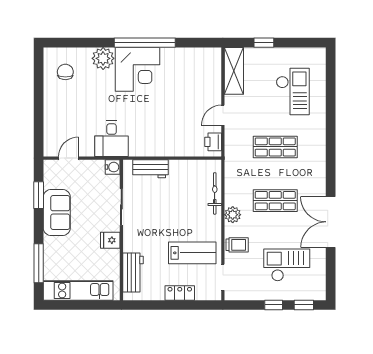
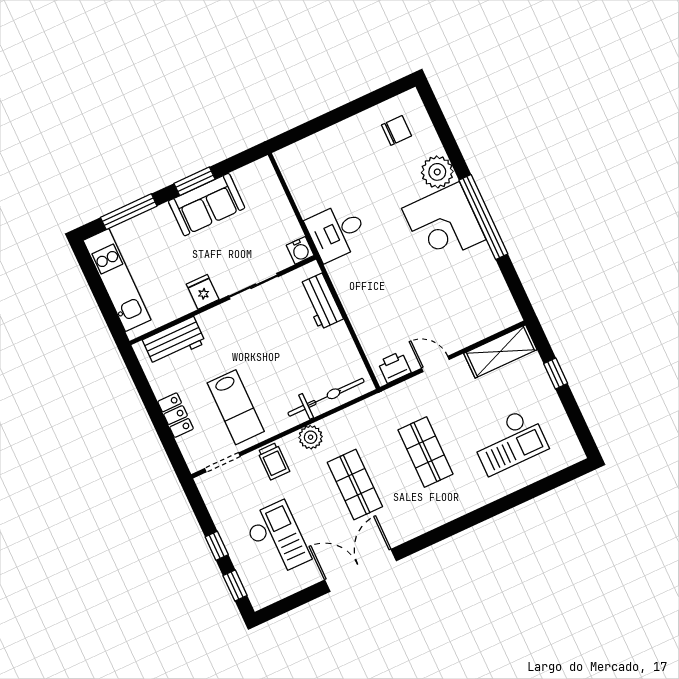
door: (69, 158) -> (285, 187), removed
bicycle: (215, 193) -> (326, 397), width x1.37, depth x1.40
window: (39, 195) -> (194, 181), moved

